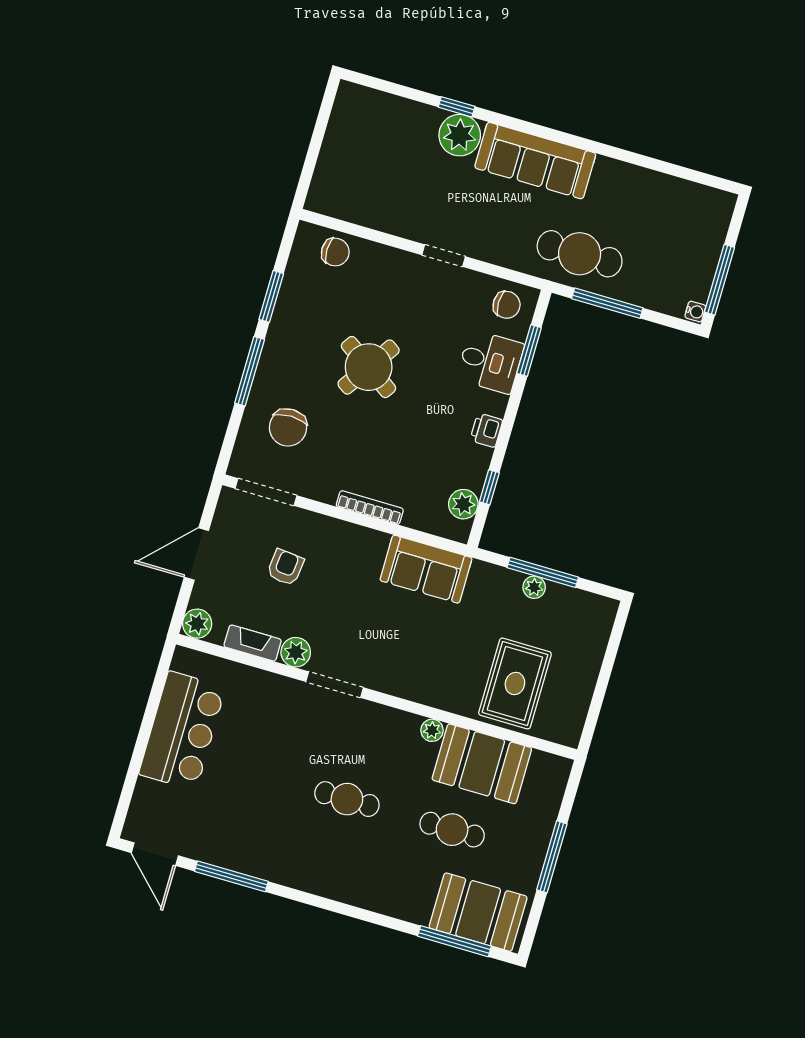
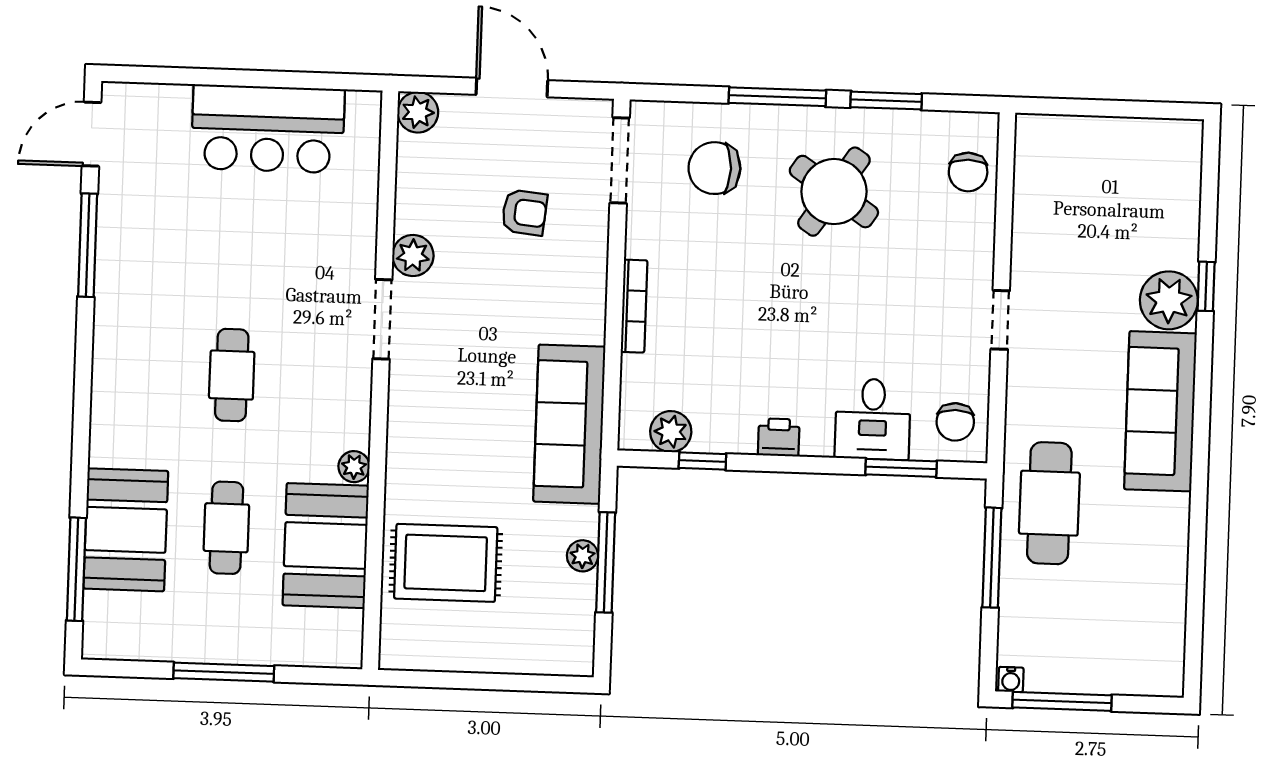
round table: (369, 367) -> (834, 192), moved
sofa: (426, 569) -> (569, 424), width x1.36
fireplace: (253, 643) -> (411, 194), removed
booth: (478, 912) -> (126, 530), moved

